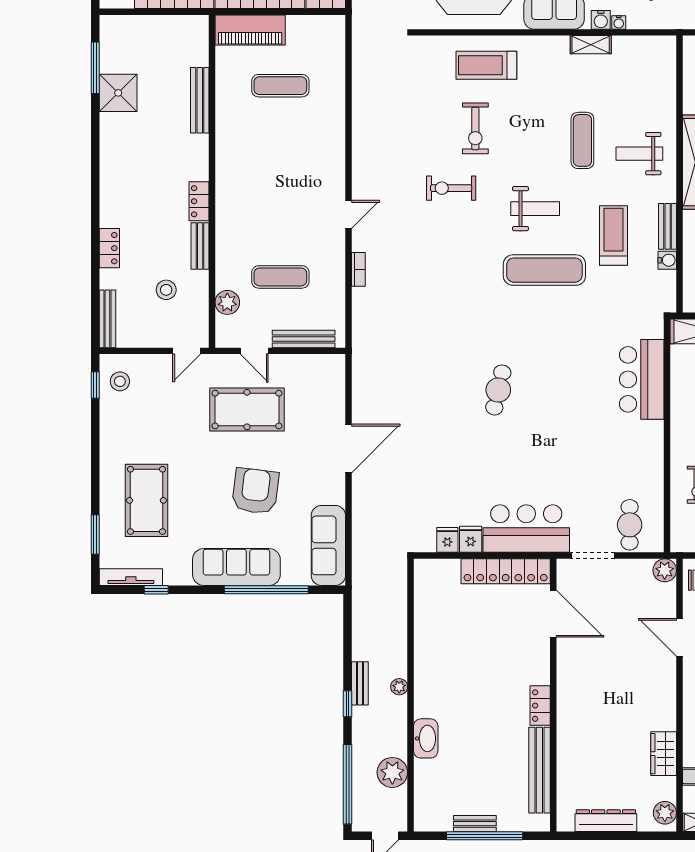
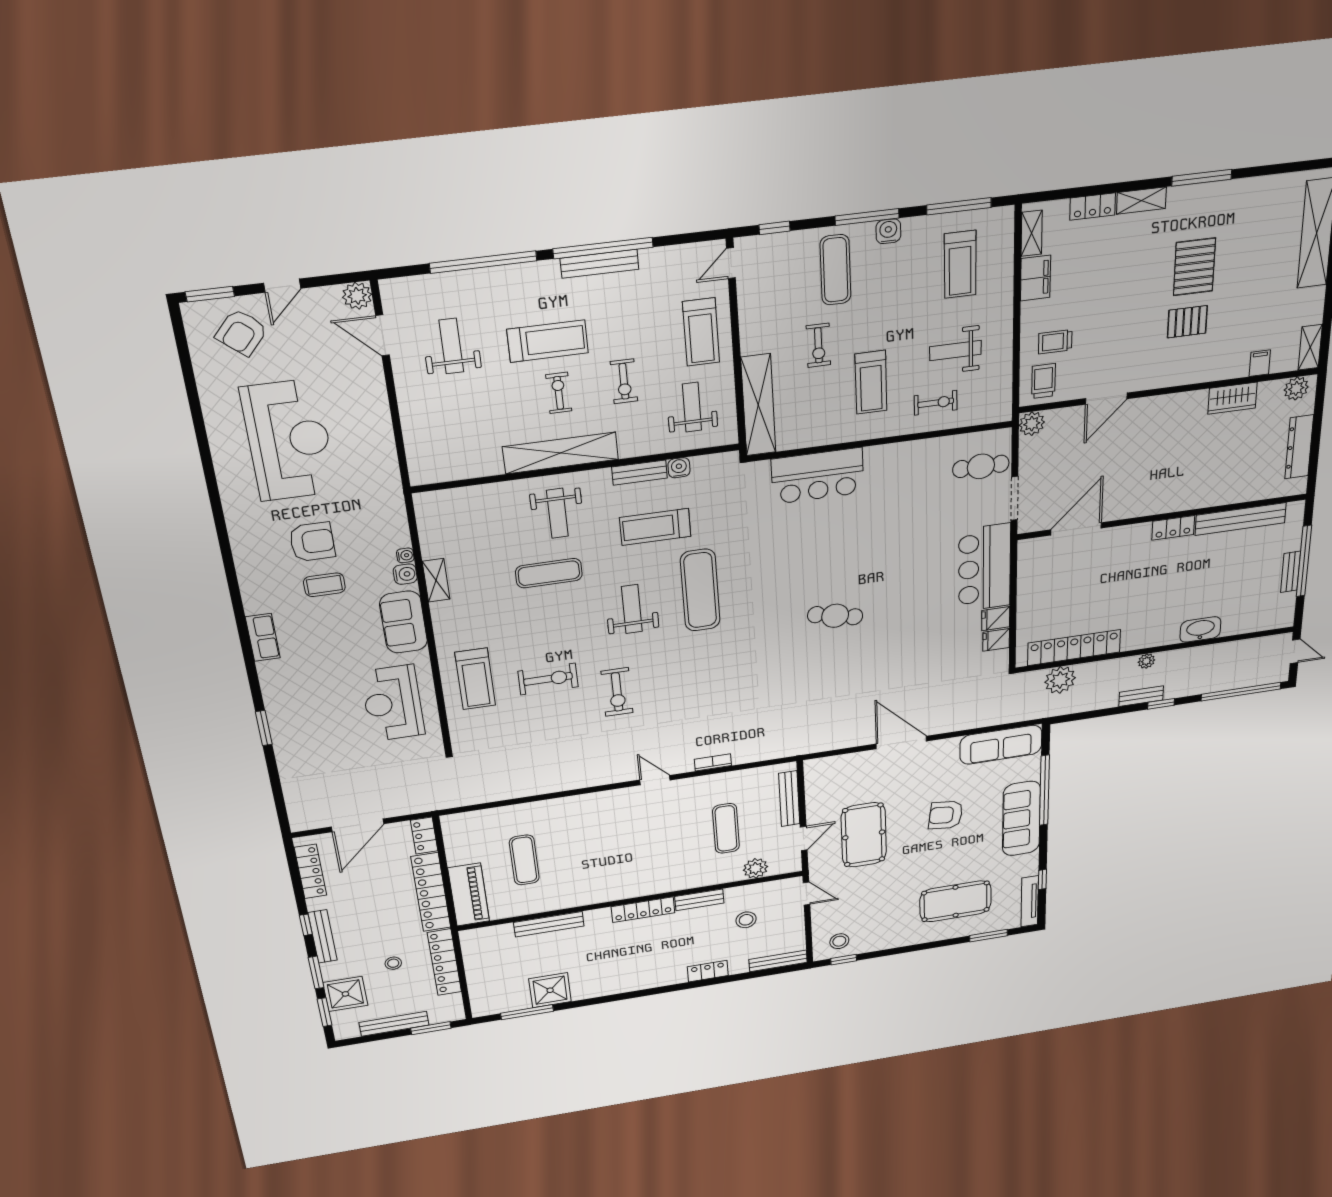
locker: (199, 201) -> (643, 910), width x1.53
armchair: (255, 491) -> (946, 815), width x0.73, depth x0.73
locker: (506, 571) -> (1074, 648), moved, turned -90
plant: (392, 772) -> (1060, 680), moved

